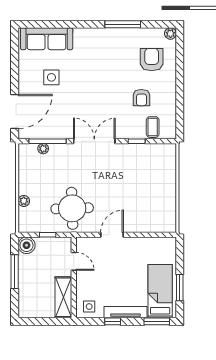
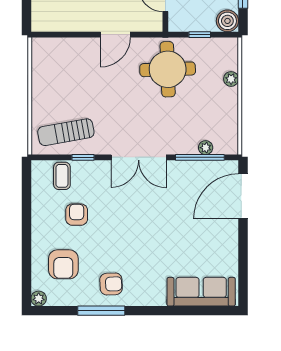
armchair: (115, 45) -> (111, 284), added
side table: (51, 77) -> (195, 241), removed
sun lounger: (150, 160) -> (66, 132), added

